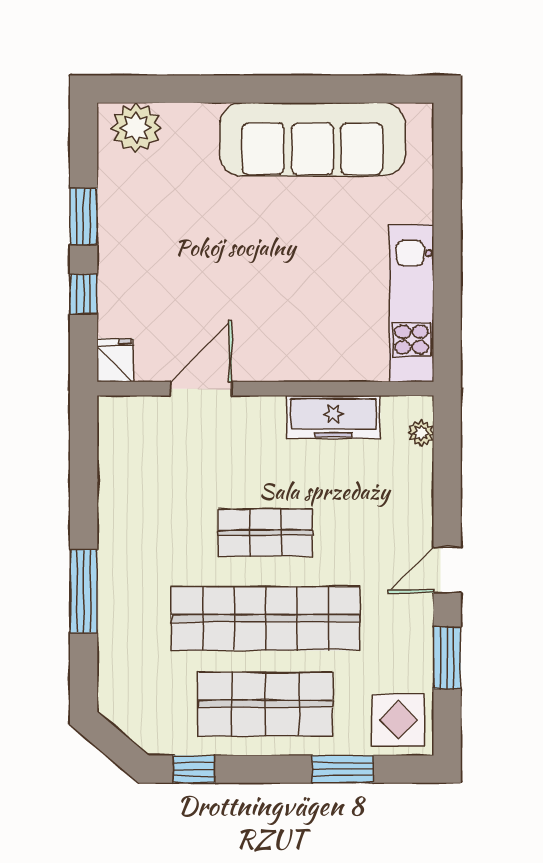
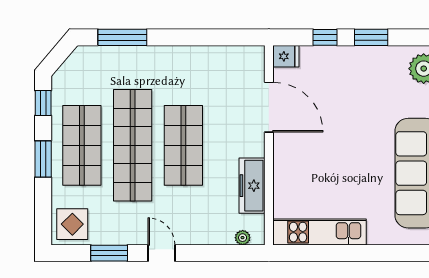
door: (201, 389) -> (269, 107), width x1.36
shop shelf: (265, 533) -> (183, 145), width x1.43, depth x1.36
window: (84, 591) -> (122, 37), moved
window: (343, 769) -> (43, 159), moved

